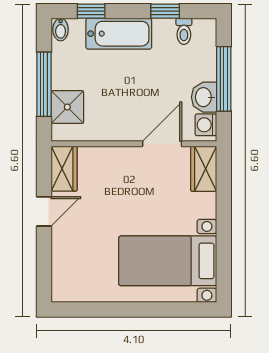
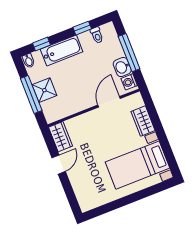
shower: (67, 107) -> (44, 90), moved
wardrobe: (204, 169) -> (143, 121), moved

